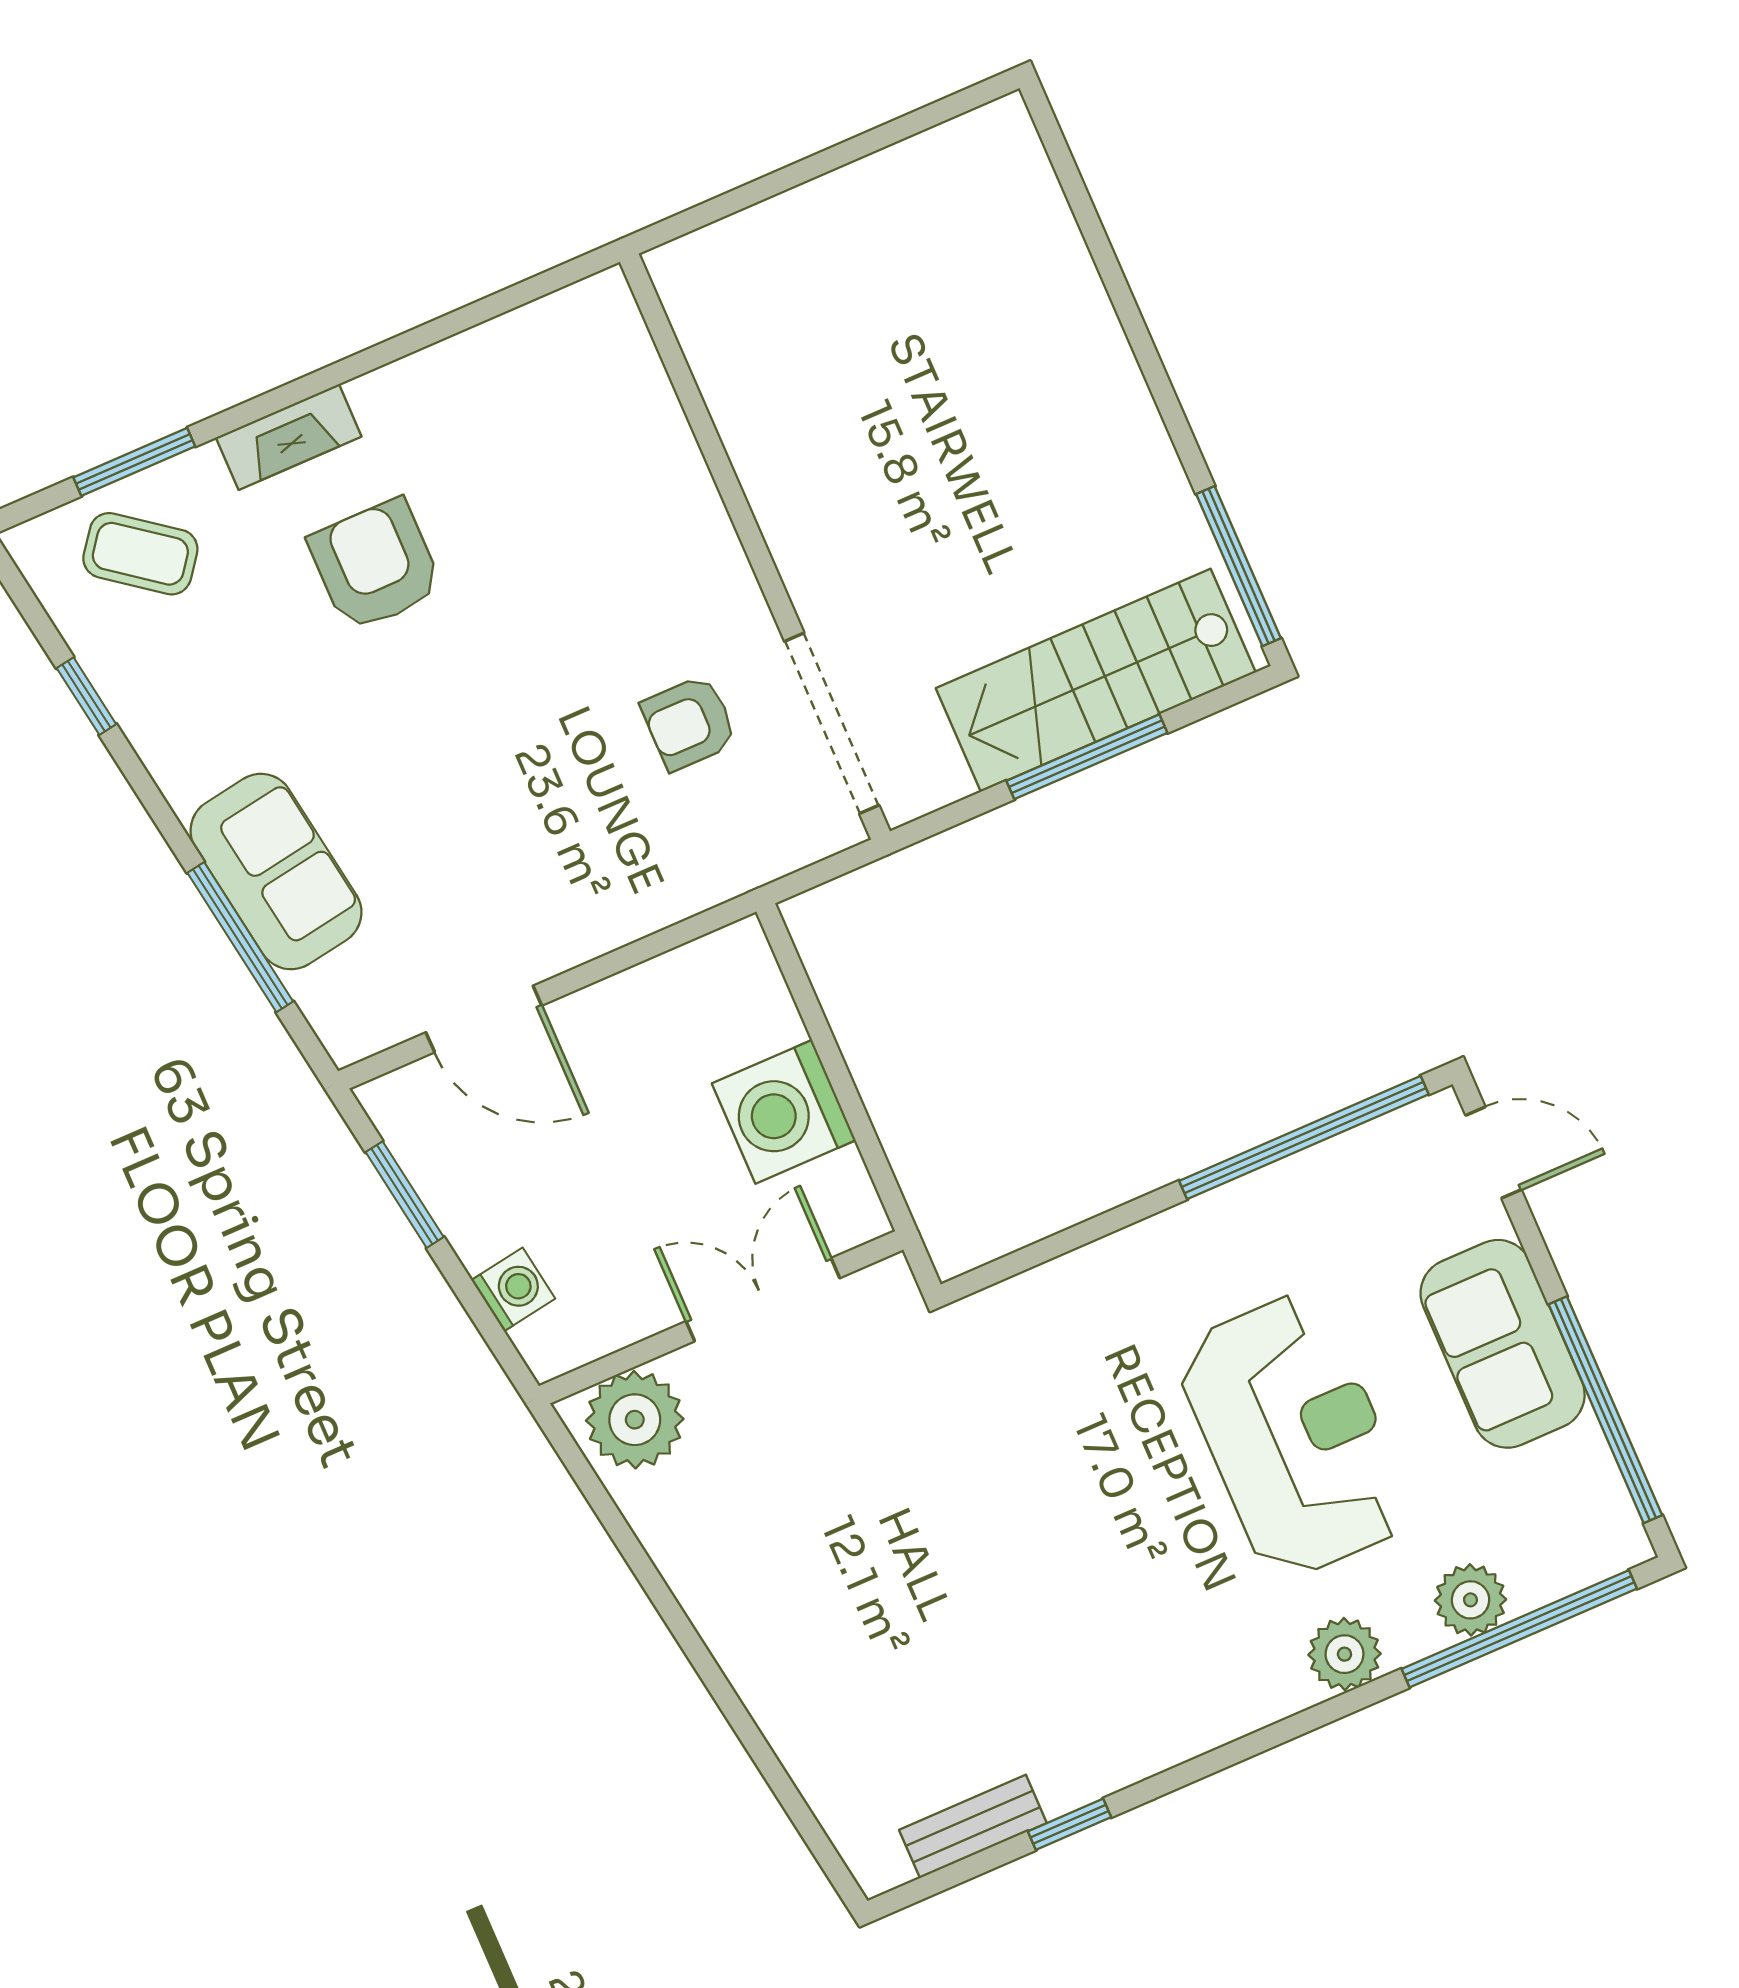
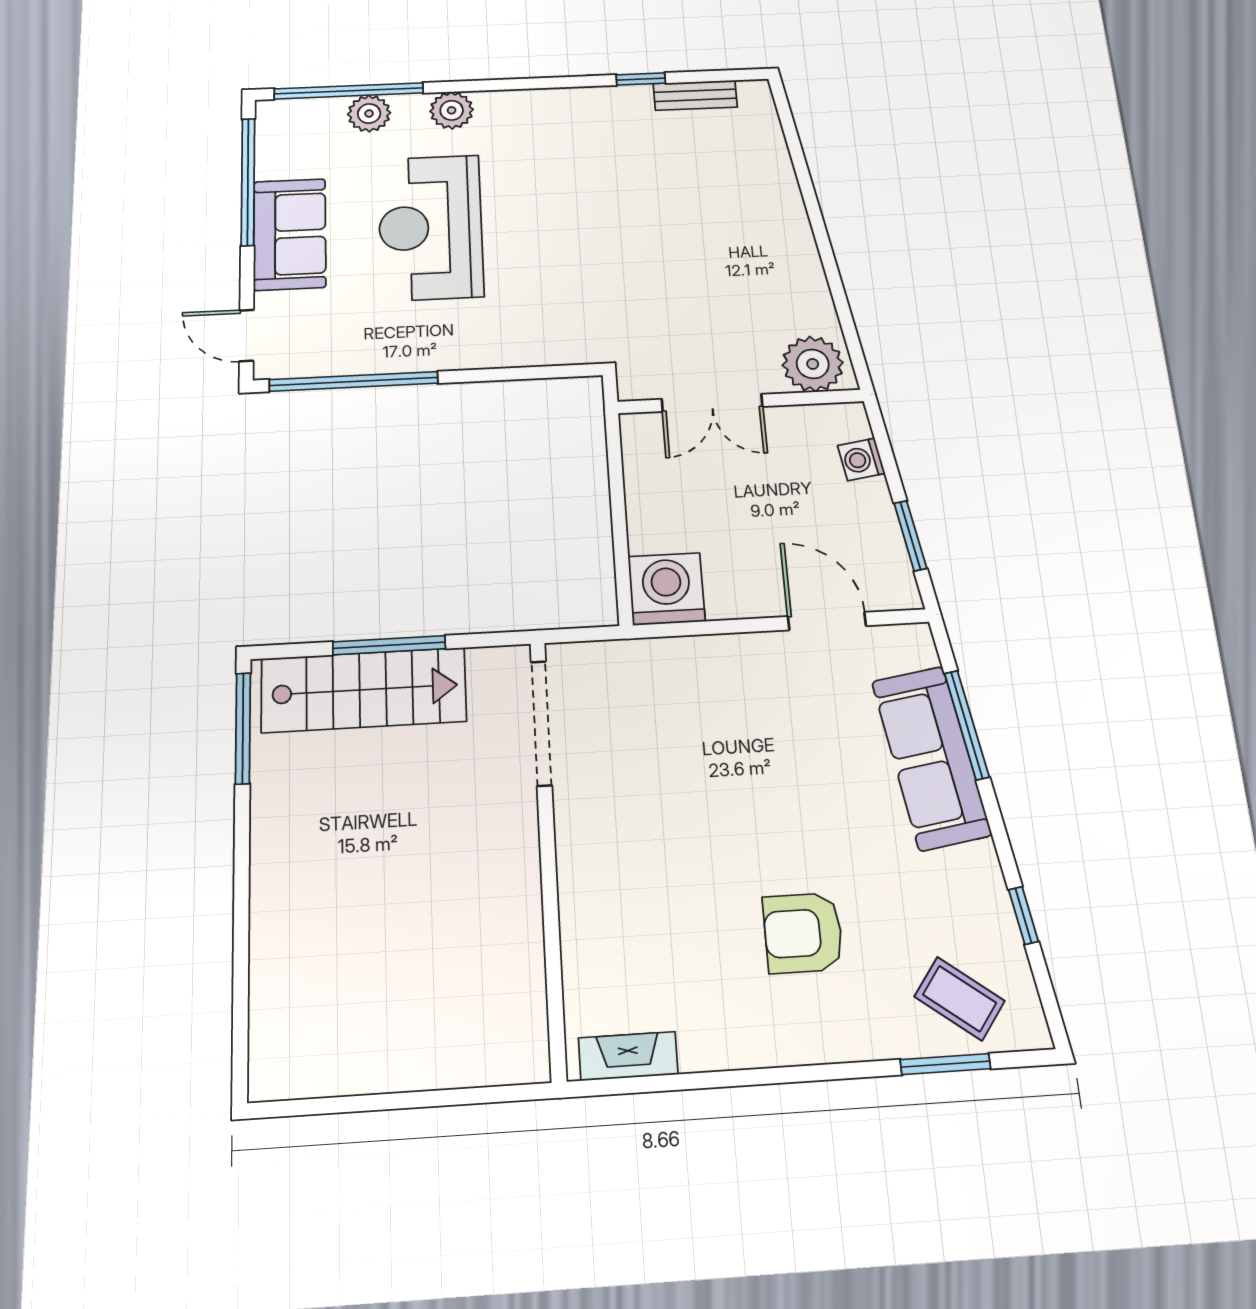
fireplace: (289, 437) -> (628, 1056), moved
armchair: (375, 565) -> (803, 933), turned 90
armchair: (689, 723) -> (632, 756), removed
sofa: (276, 872) -> (931, 758), width x1.36
washing machine: (784, 1112) -> (666, 589), moved, turned -90

